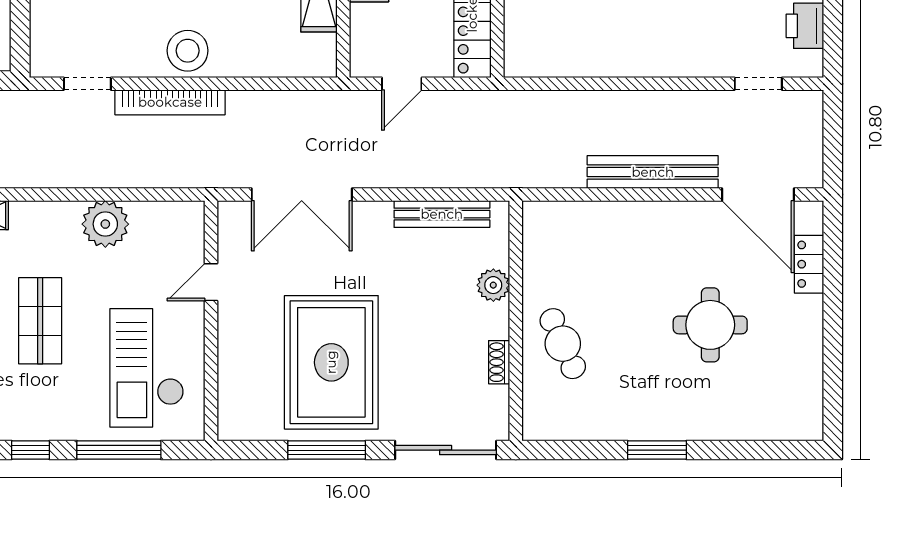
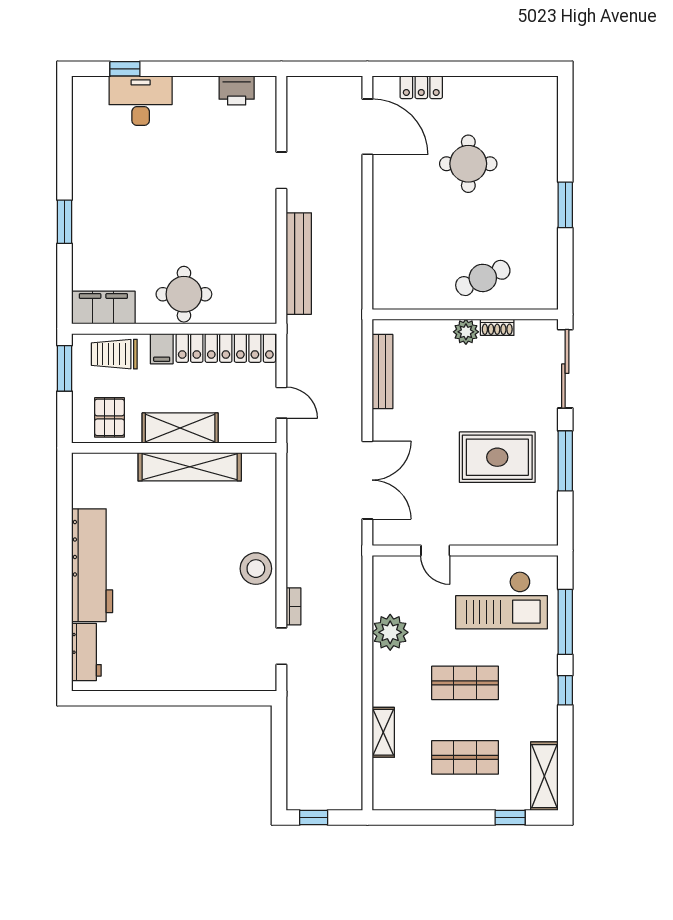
doorway: (758, 84) -> (281, 170), moved
bookcase: (170, 102) -> (294, 606), width x0.43, depth x0.76
bench: (653, 172) -> (299, 264), moved
door: (758, 195) -> (367, 127), hinge flipped
plant: (493, 285) -> (466, 332), moved
rug: (331, 362) -> (497, 457), width x0.73, depth x0.69

